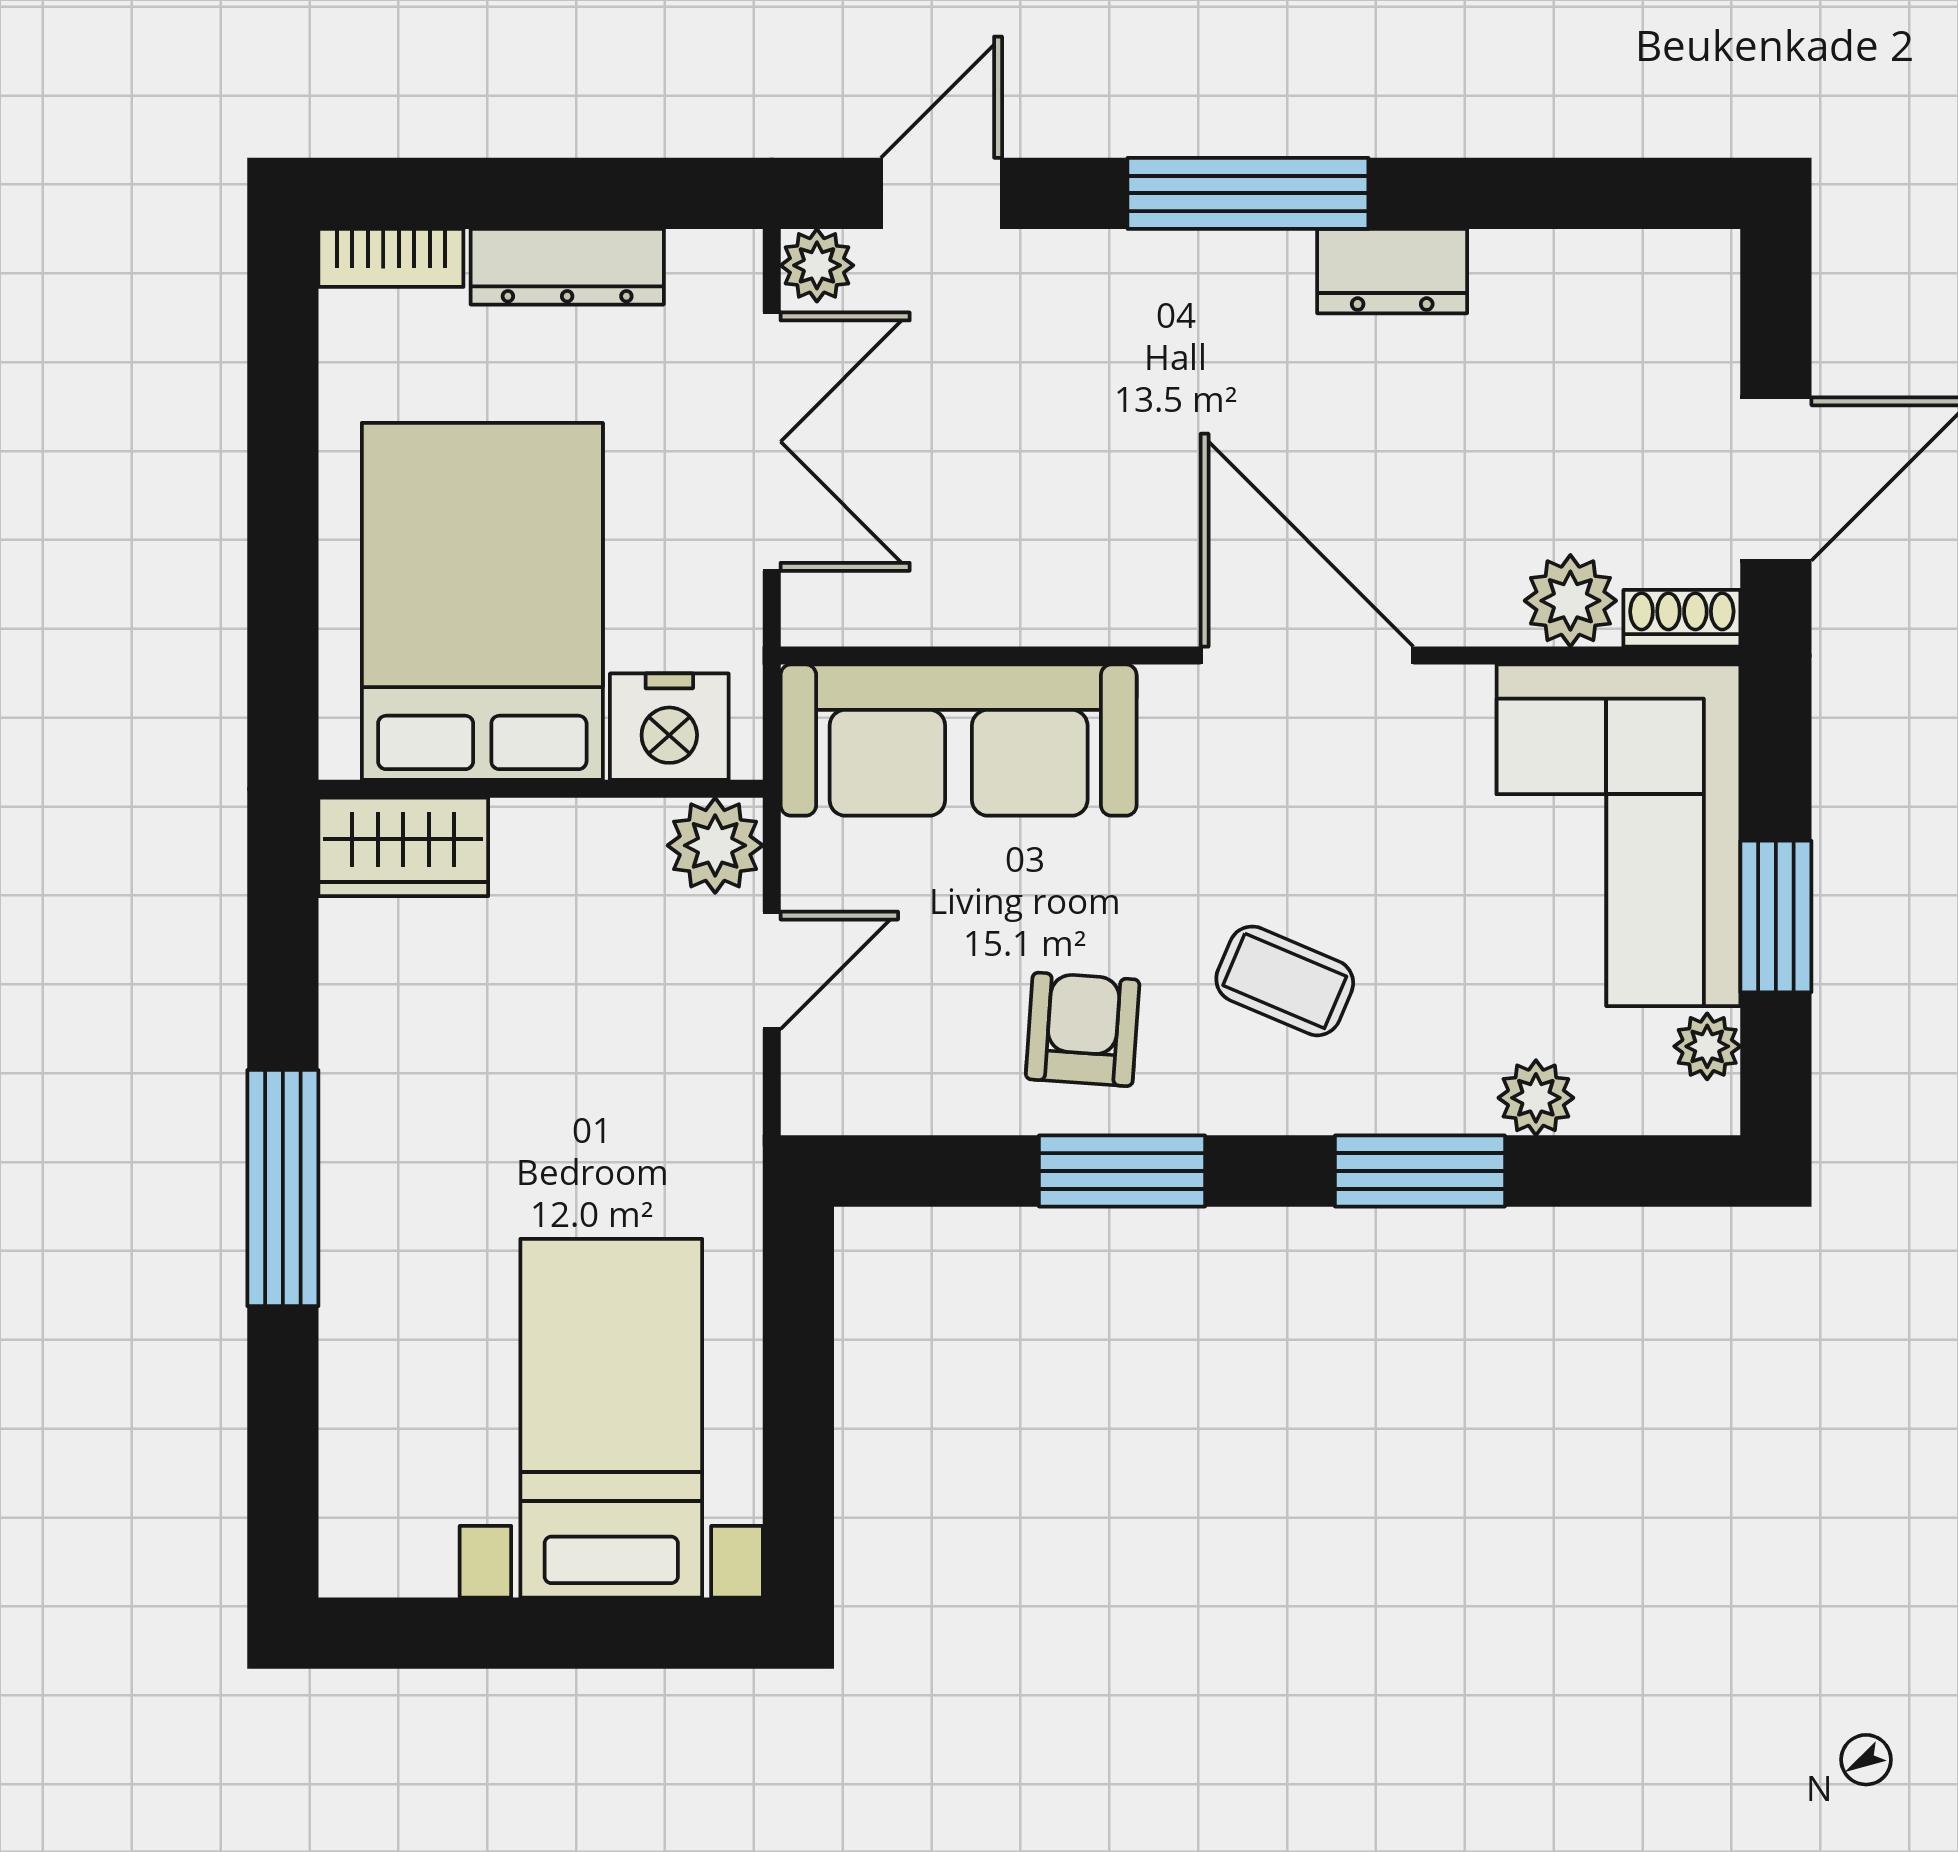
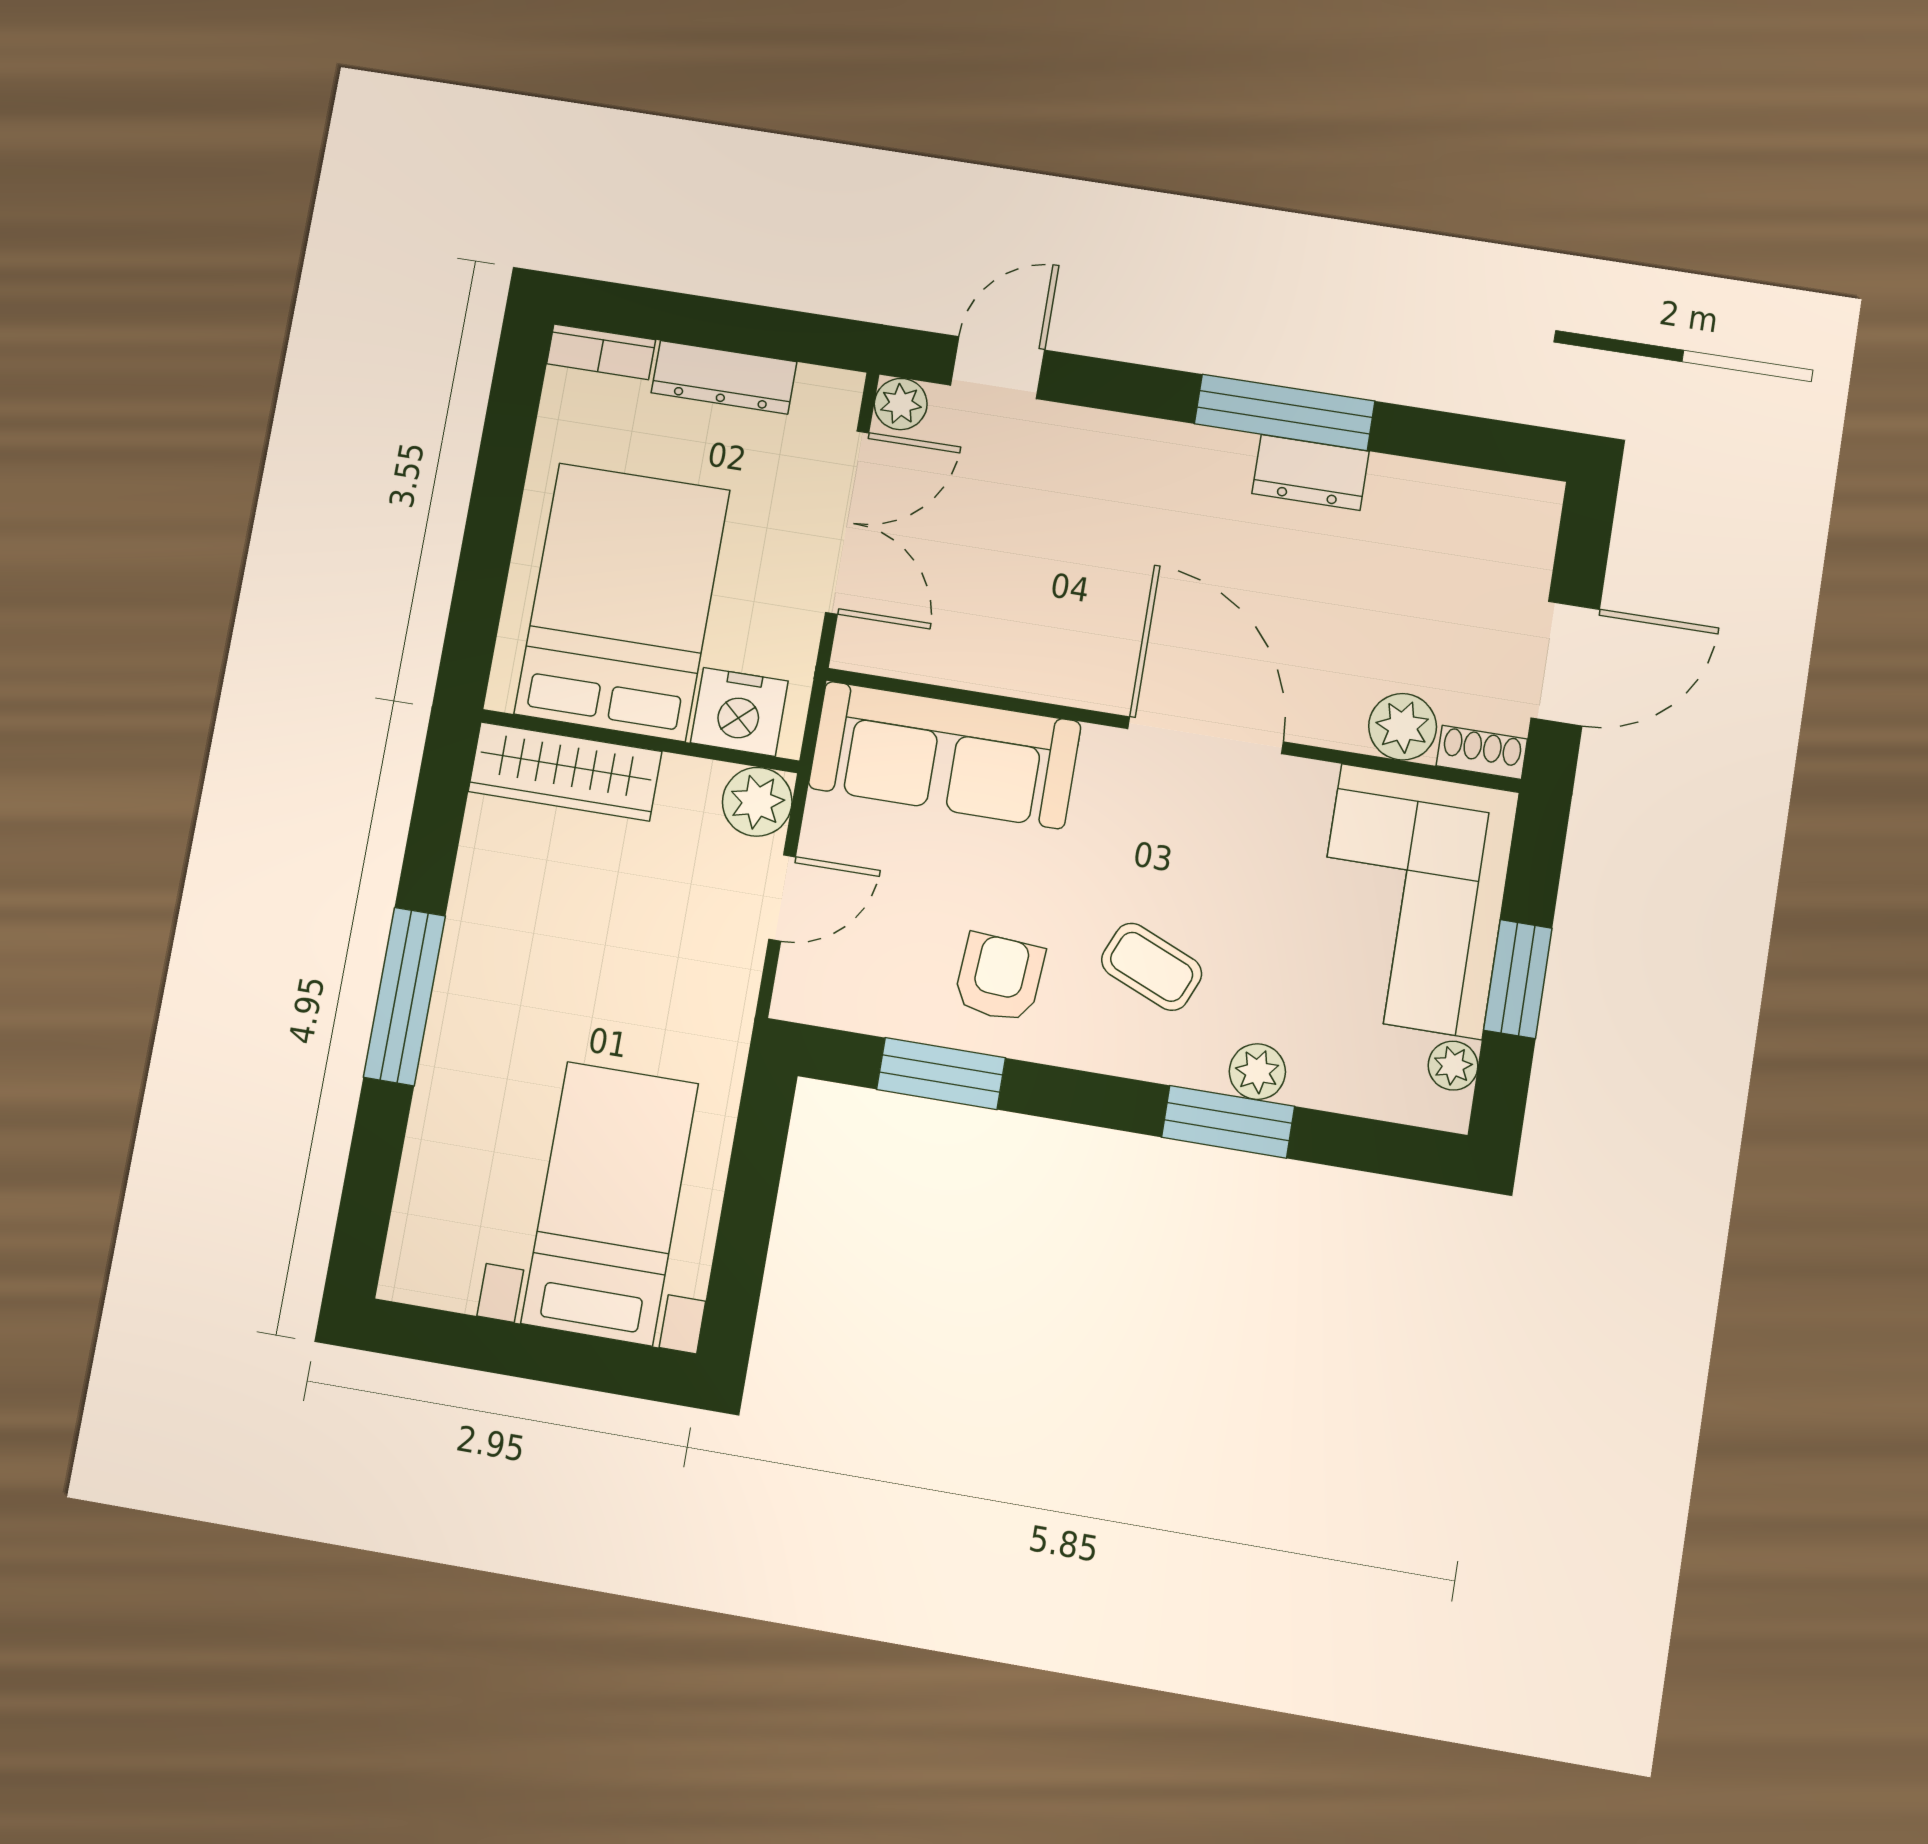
window: (1248, 193) -> (1285, 412), moved
wardrobe: (403, 847) -> (565, 771), width x1.50
plant: (1536, 1098) -> (1257, 1072), moved
window: (1122, 1171) -> (941, 1074), moved

